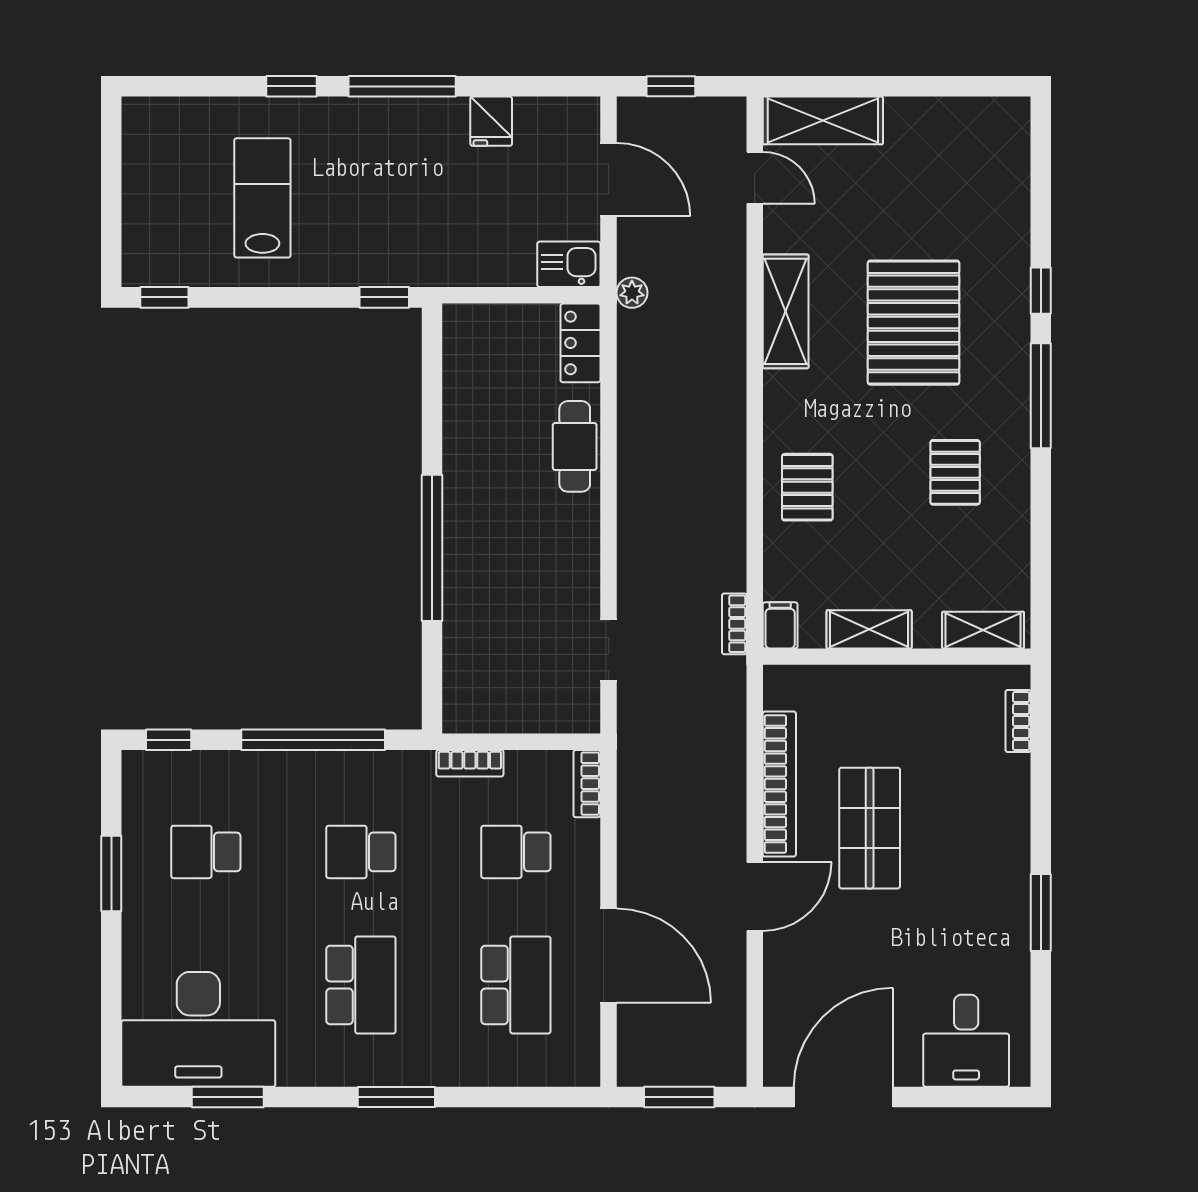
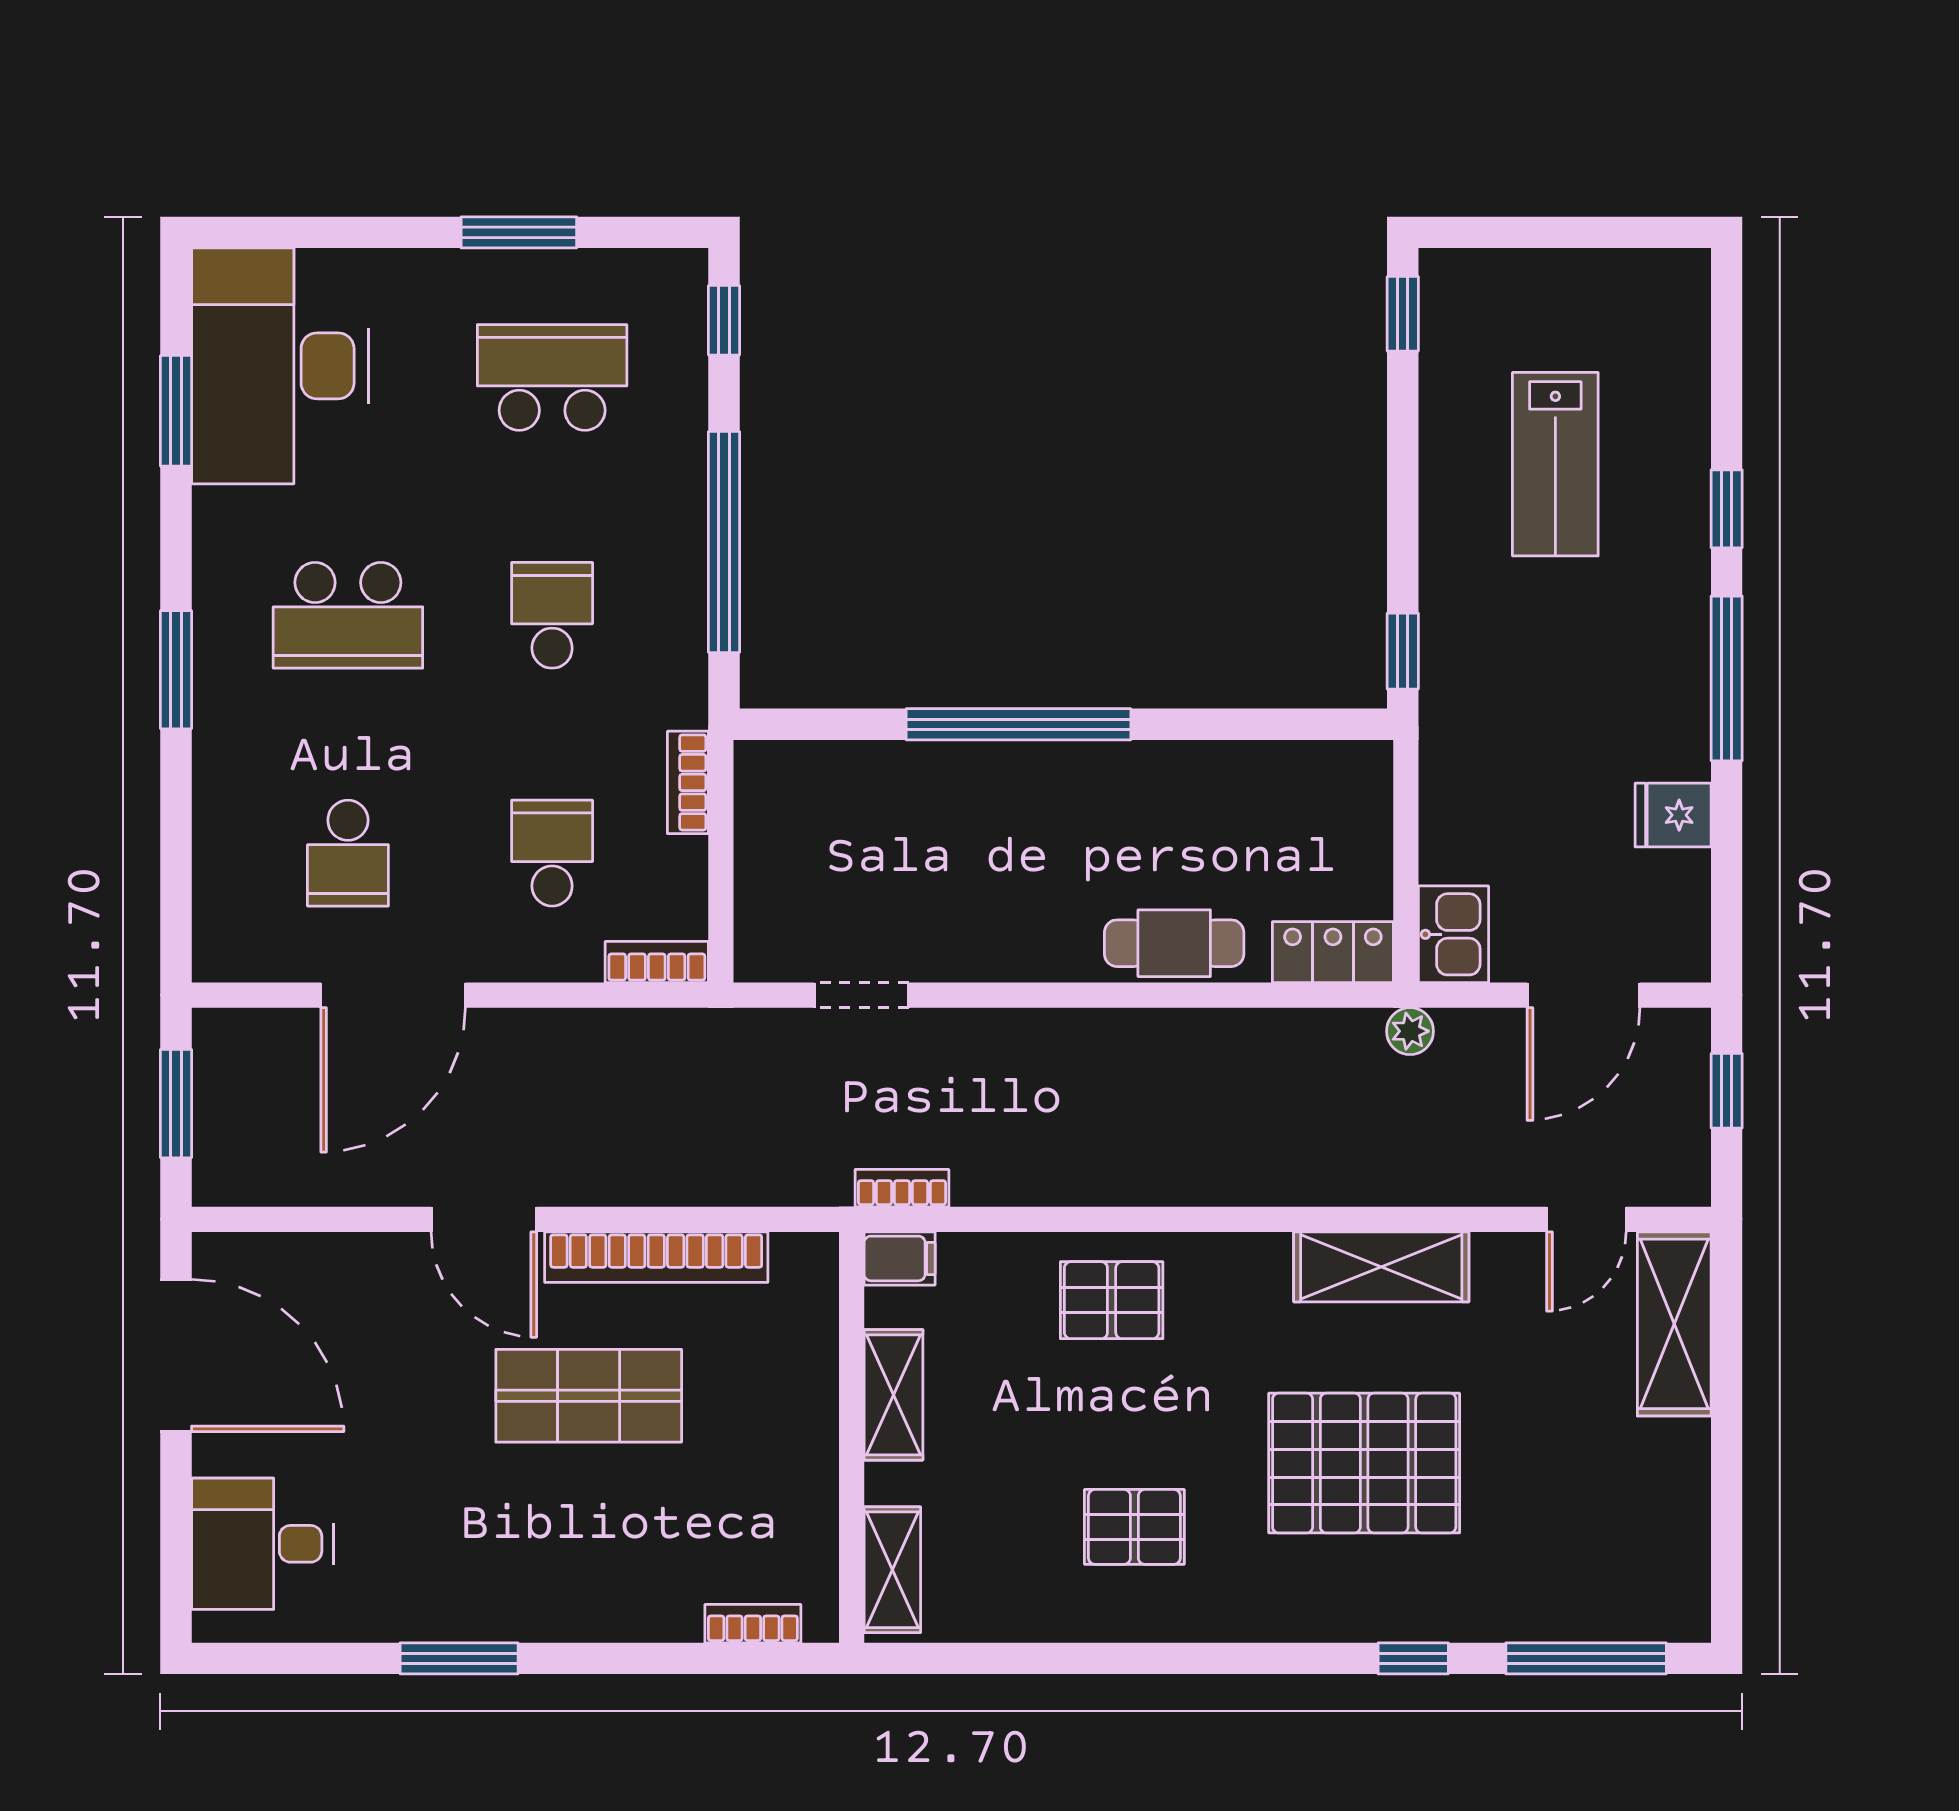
lab bench: (262, 198) -> (1555, 464), turned 90
window: (1041, 396) -> (1586, 1658), moved
school desk: (206, 852) -> (552, 378), width x1.85
school desk: (516, 985) -> (348, 853), width x0.54

